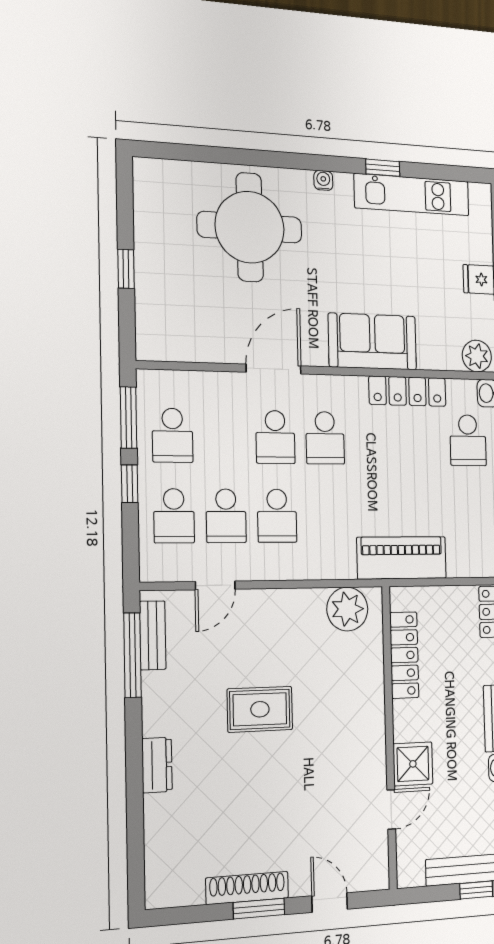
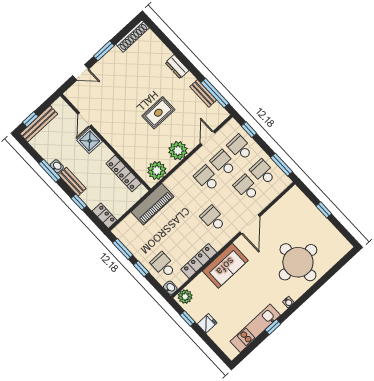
school desk: (275, 437) -> (246, 188), moved
window: (130, 484) -> (249, 130), moved
plant: (284, 611) -> (178, 151), added
bench: (153, 635) -> (203, 93), moved
shoe rack: (247, 888) -> (133, 36), moved

